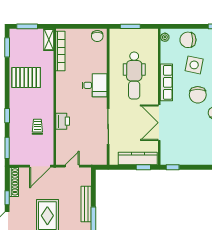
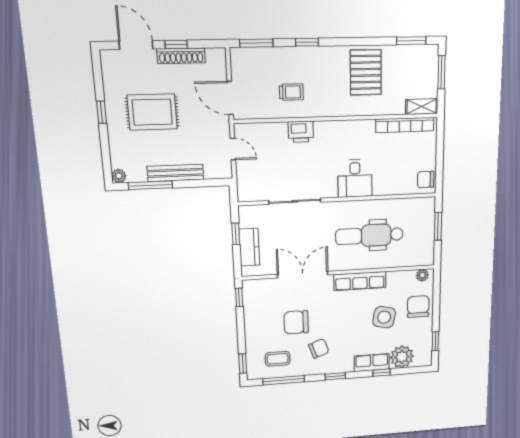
chair: (198, 95) -> (296, 322), moved
kitchen counter: (138, 159) -> (249, 247), width x0.67
window: (143, 167) -> (236, 234), moved
shoe rack: (14, 182) -> (181, 56), moved

